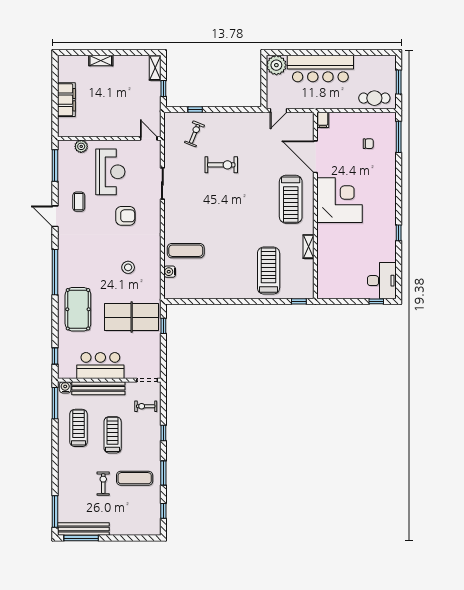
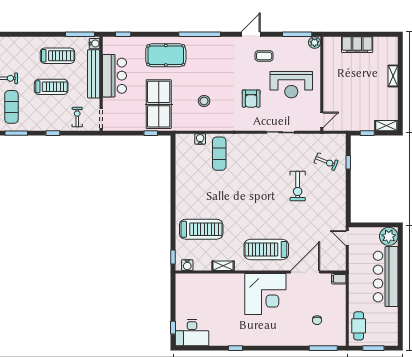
plant: (81, 146) -> (315, 42), moved
water cooler: (308, 286) -> (187, 265), added

